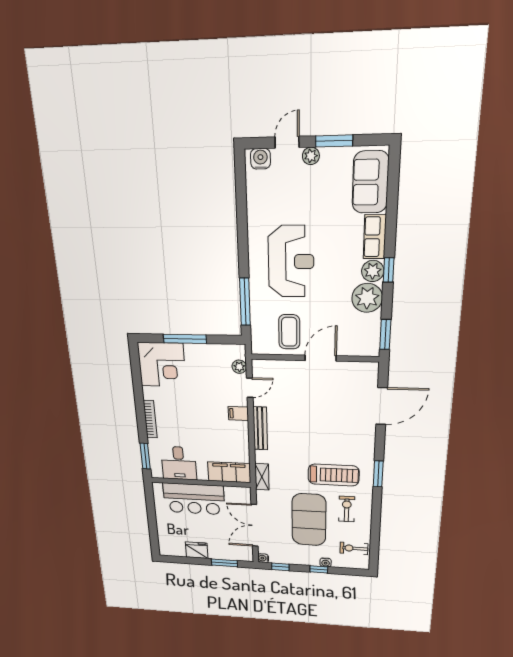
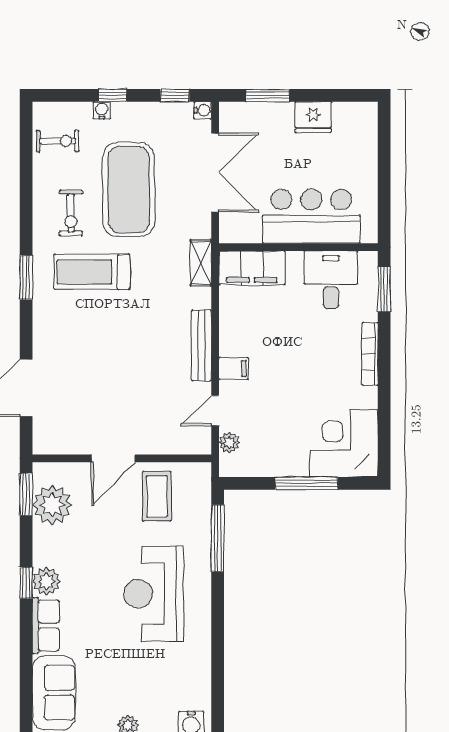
plant: (367, 298) -> (52, 505), moved

